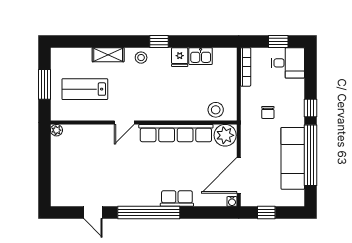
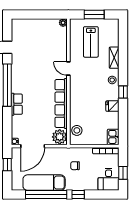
kitchen sink: (201, 56) -> (113, 137), moved
lab bench: (85, 89) -> (91, 42), turned 180
door: (239, 175) -> (33, 146), swing flipped

